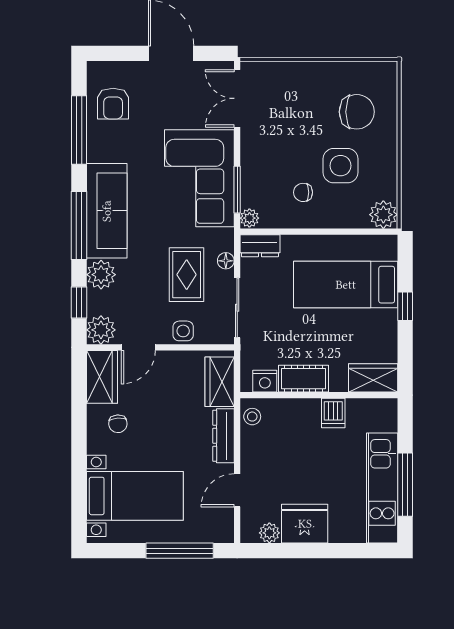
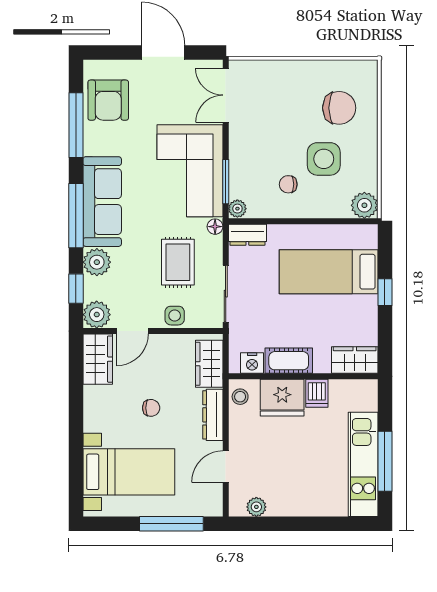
armchair: (113, 104) -> (108, 100), width x1.38, depth x1.38
floor lamp: (226, 261) -> (215, 227), moved
chair: (118, 424) -> (151, 408), moved, turned -86
fridge: (305, 524) -> (282, 398), moved, turned 180

